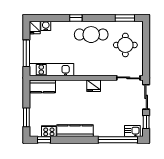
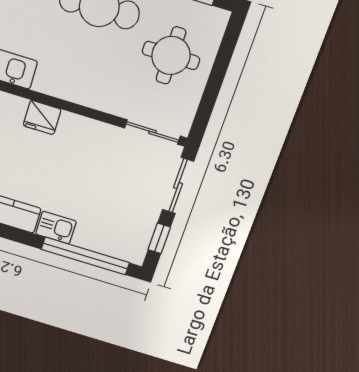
fridge: (94, 86) -> (42, 117), moved
kitchen sink: (132, 131) -> (56, 228), moved

